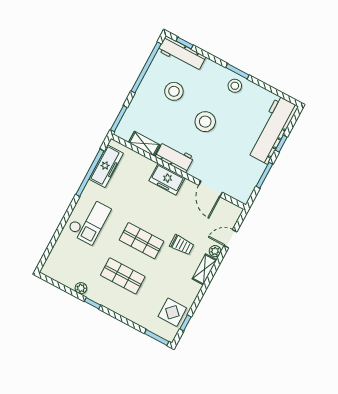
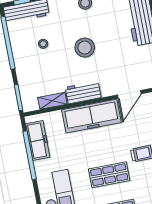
stool: (174, 91) -> (43, 44), width x0.53, depth x0.53
freezer: (167, 179) -> (91, 116), width x1.91, depth x1.26
door: (211, 189) -> (129, 94), hinge flipped

